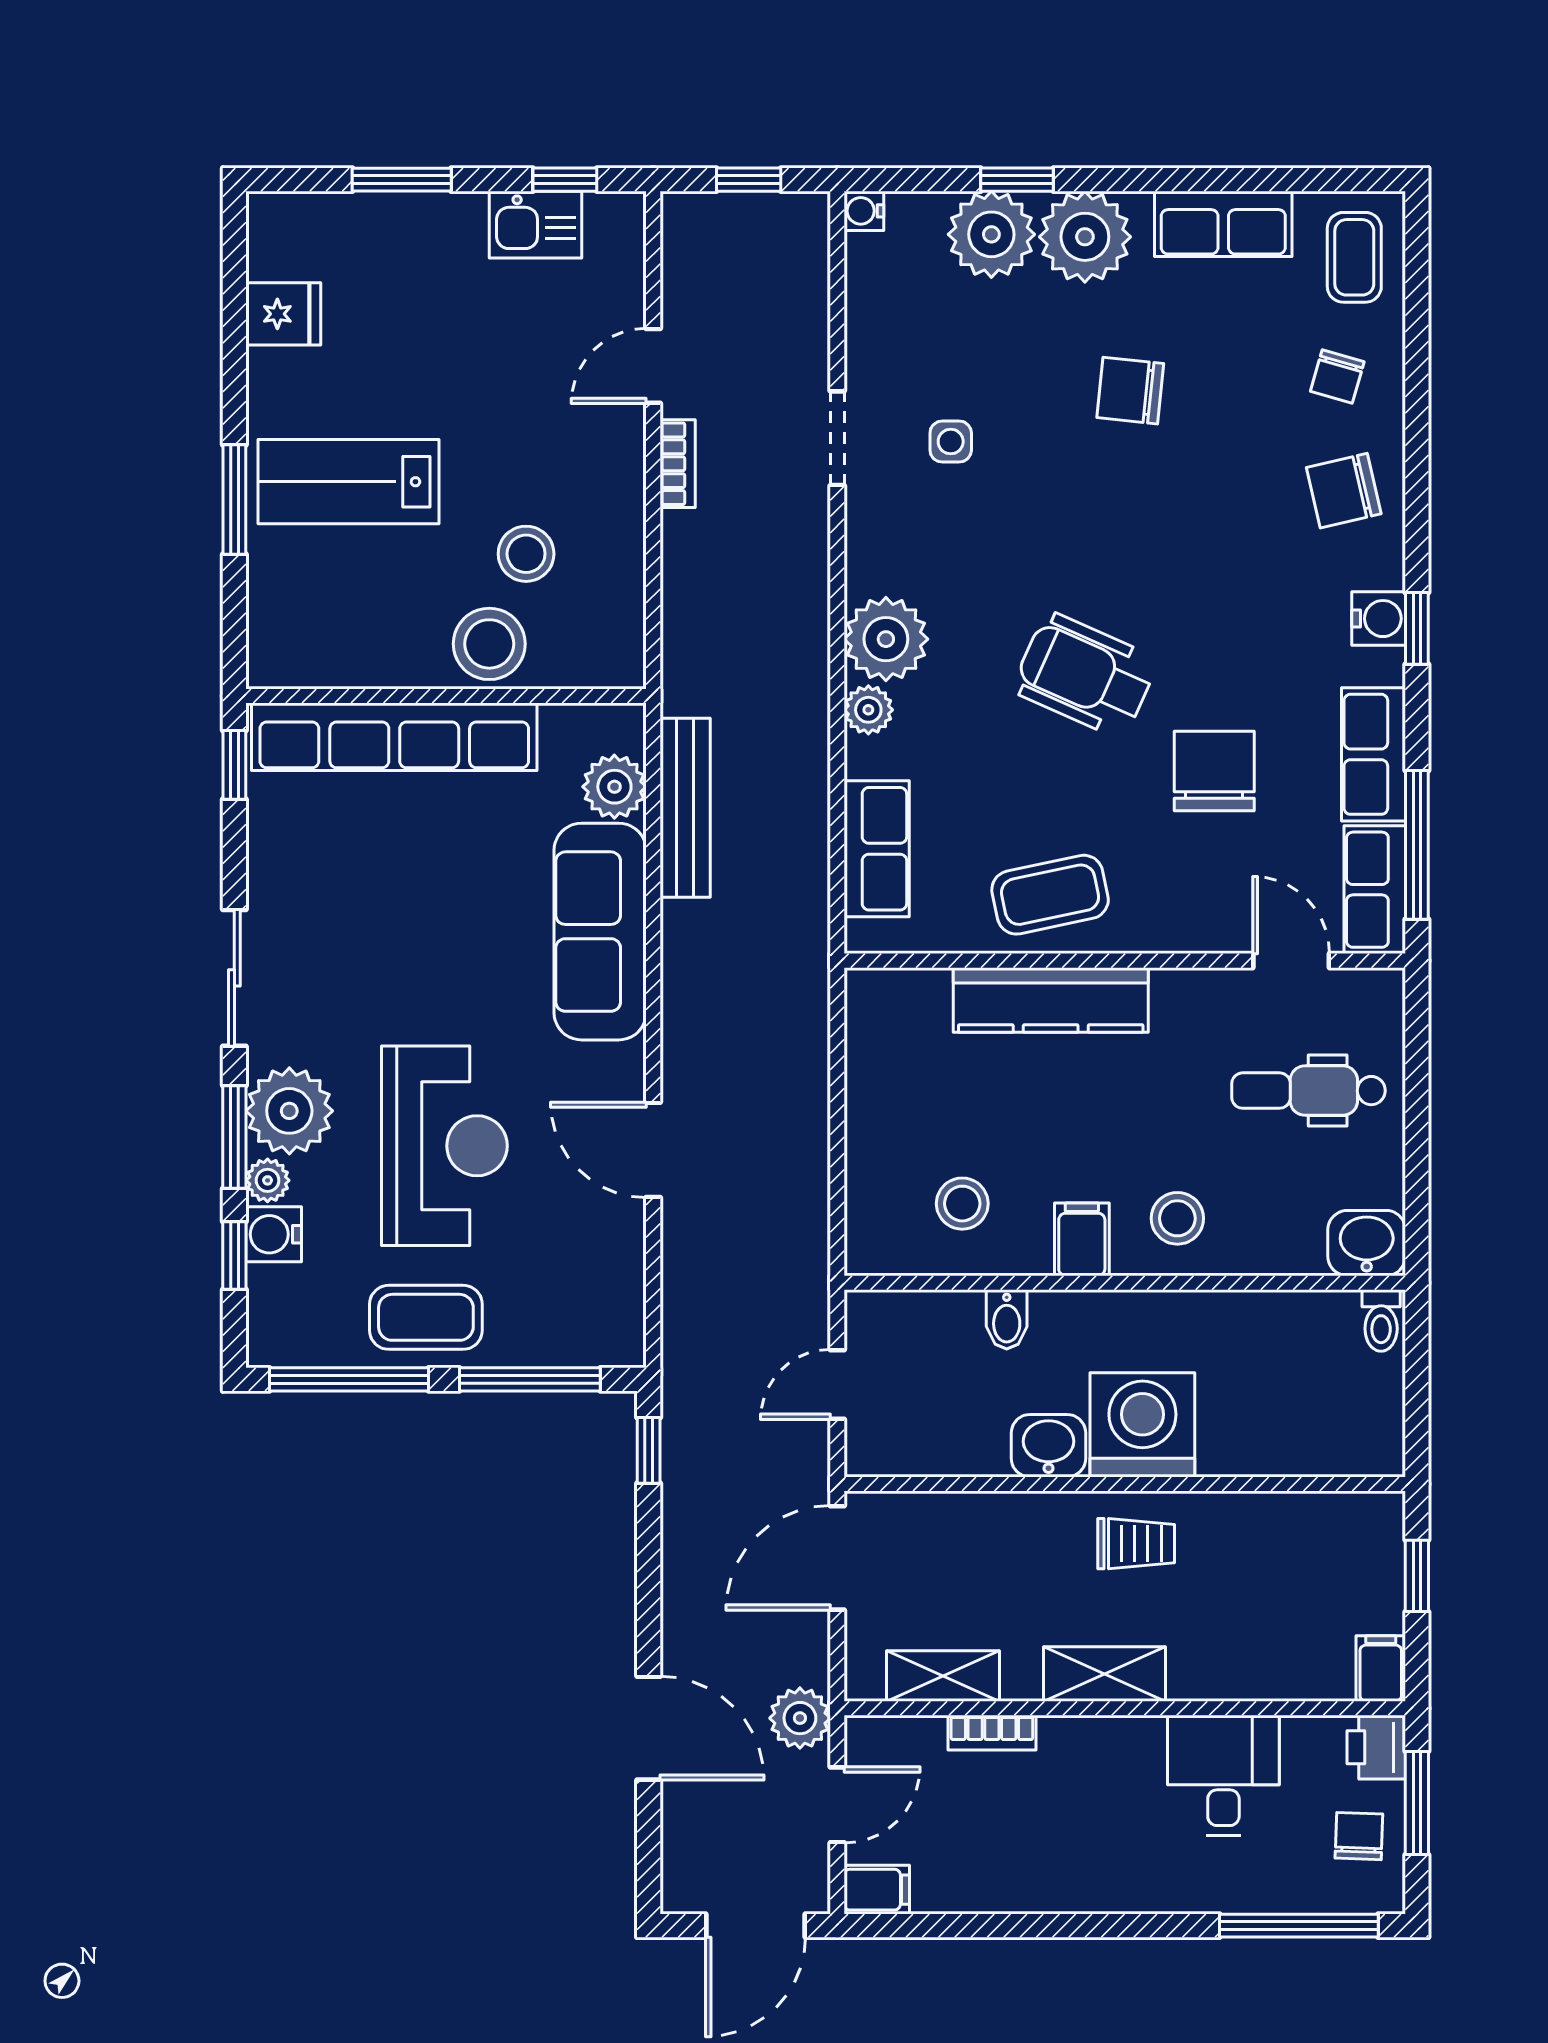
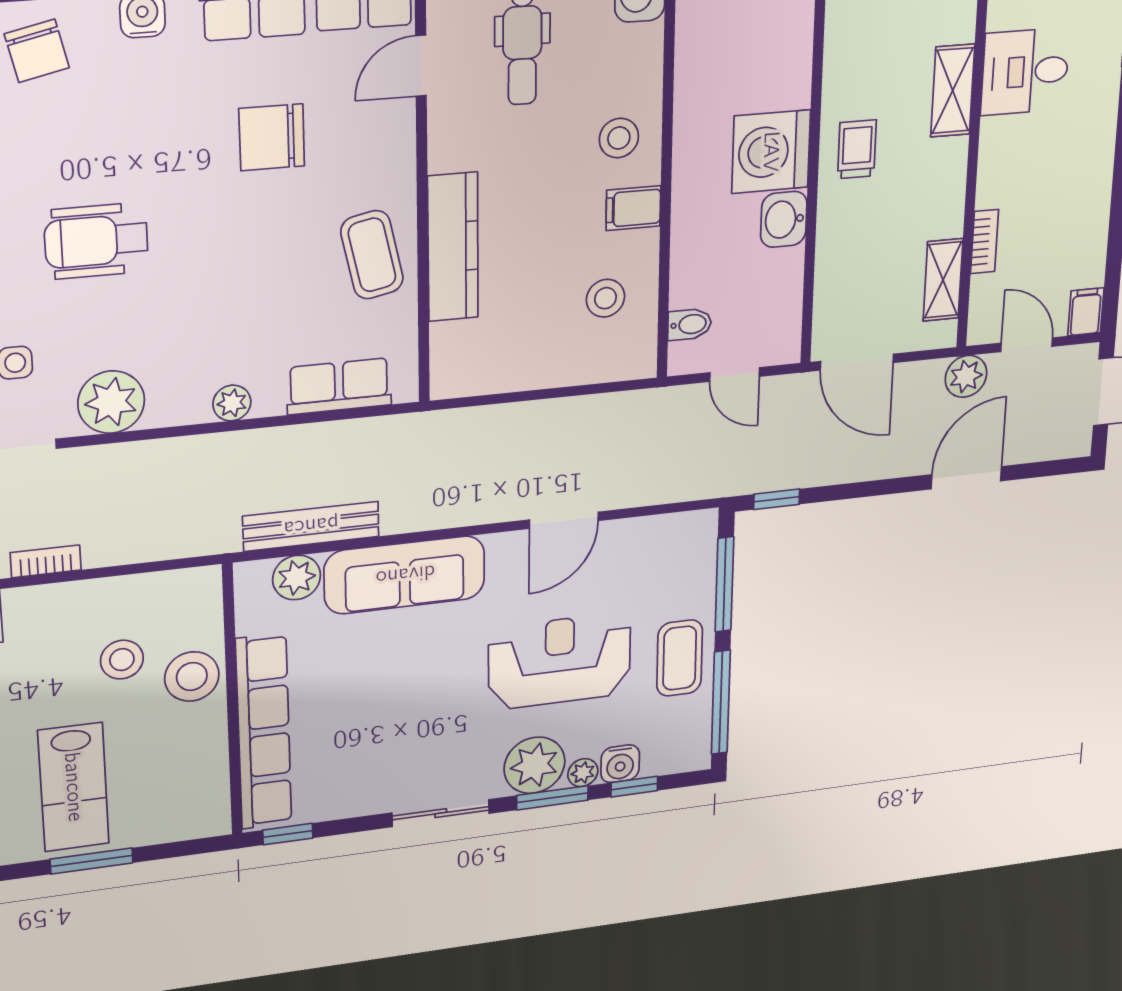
plant: (886, 639) -> (111, 402), moved
wheelchair: (1085, 675) -> (96, 241), moved, turned 66
bidet: (1007, 1319) -> (689, 324), moved
shelving: (1105, 1674) -> (953, 91), moved

